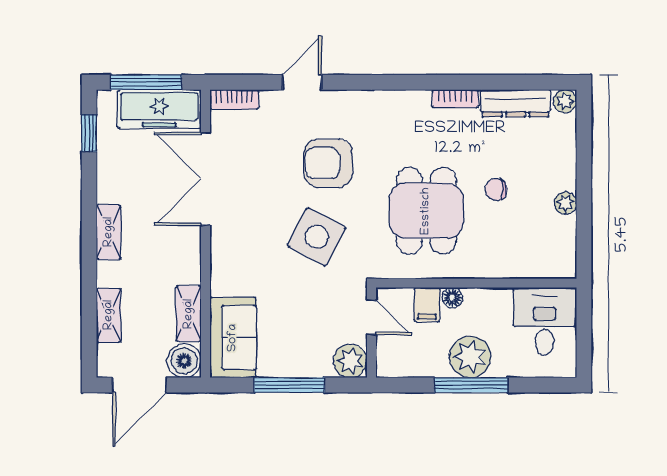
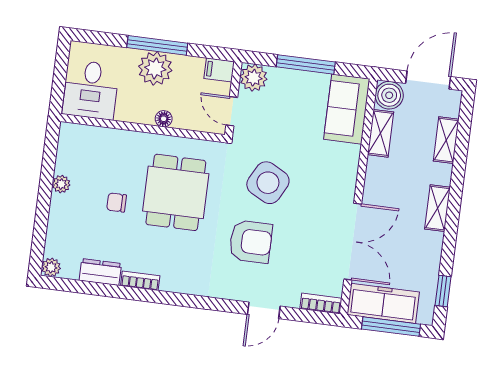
dresser: (516, 103) -> (100, 272), width x0.70
chair: (496, 189) -> (117, 202), turned 180
filing cabinet: (427, 305) -> (219, 70), moved, turned -90

